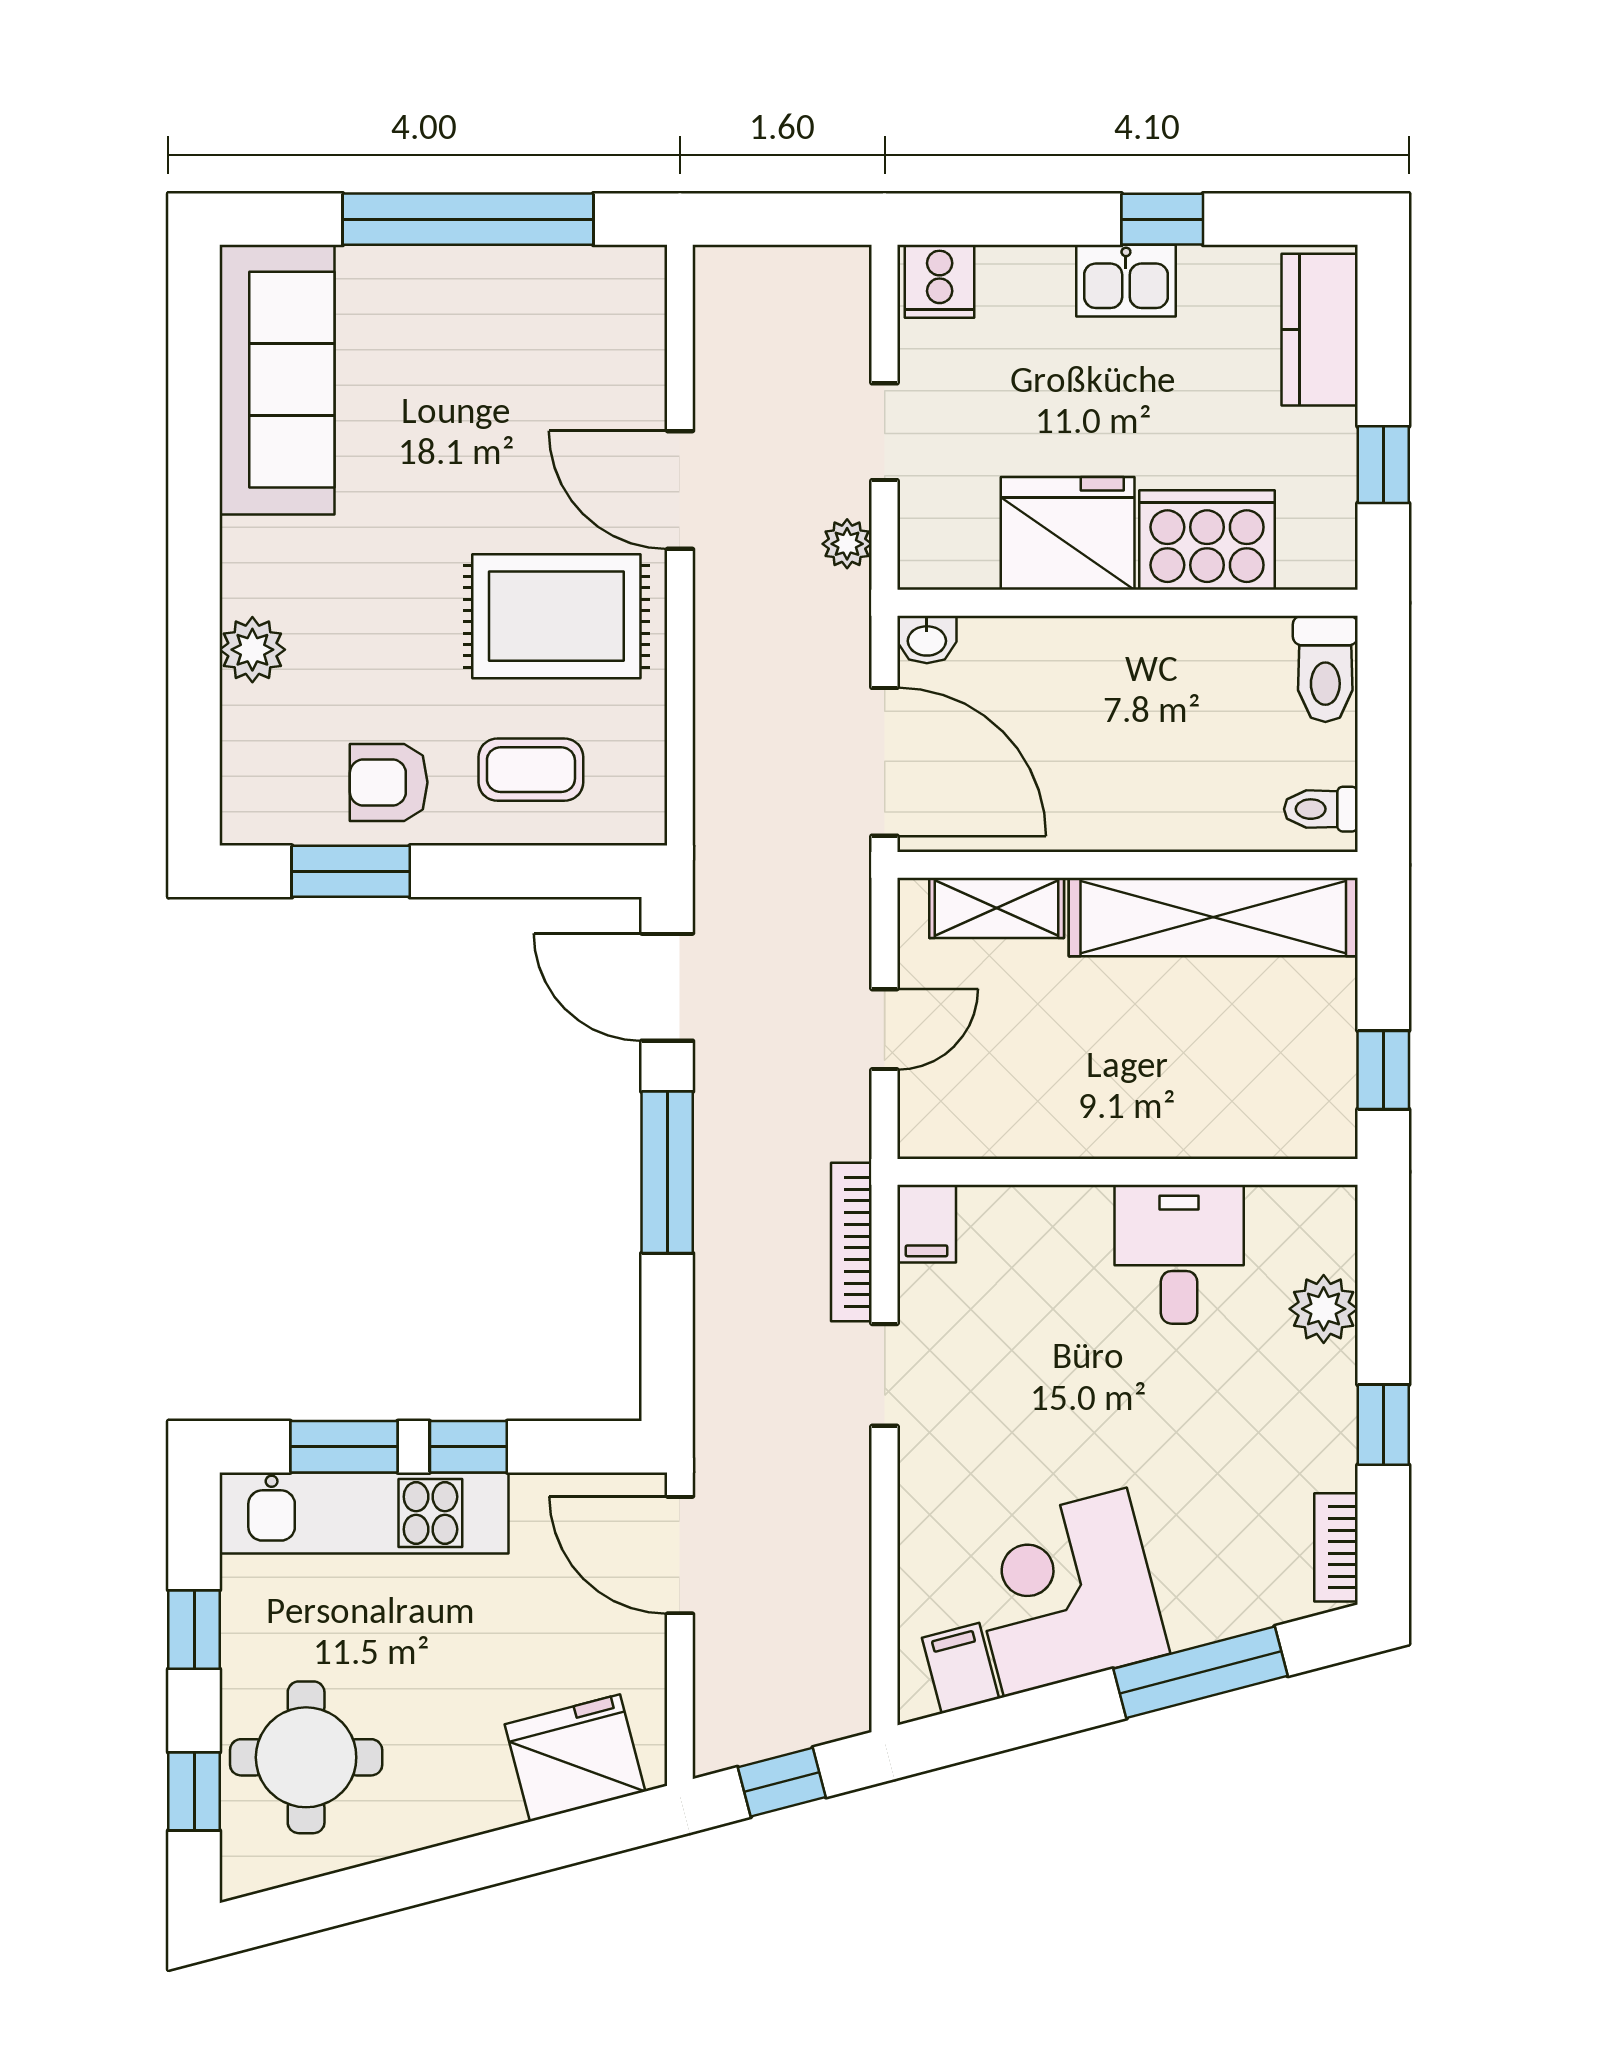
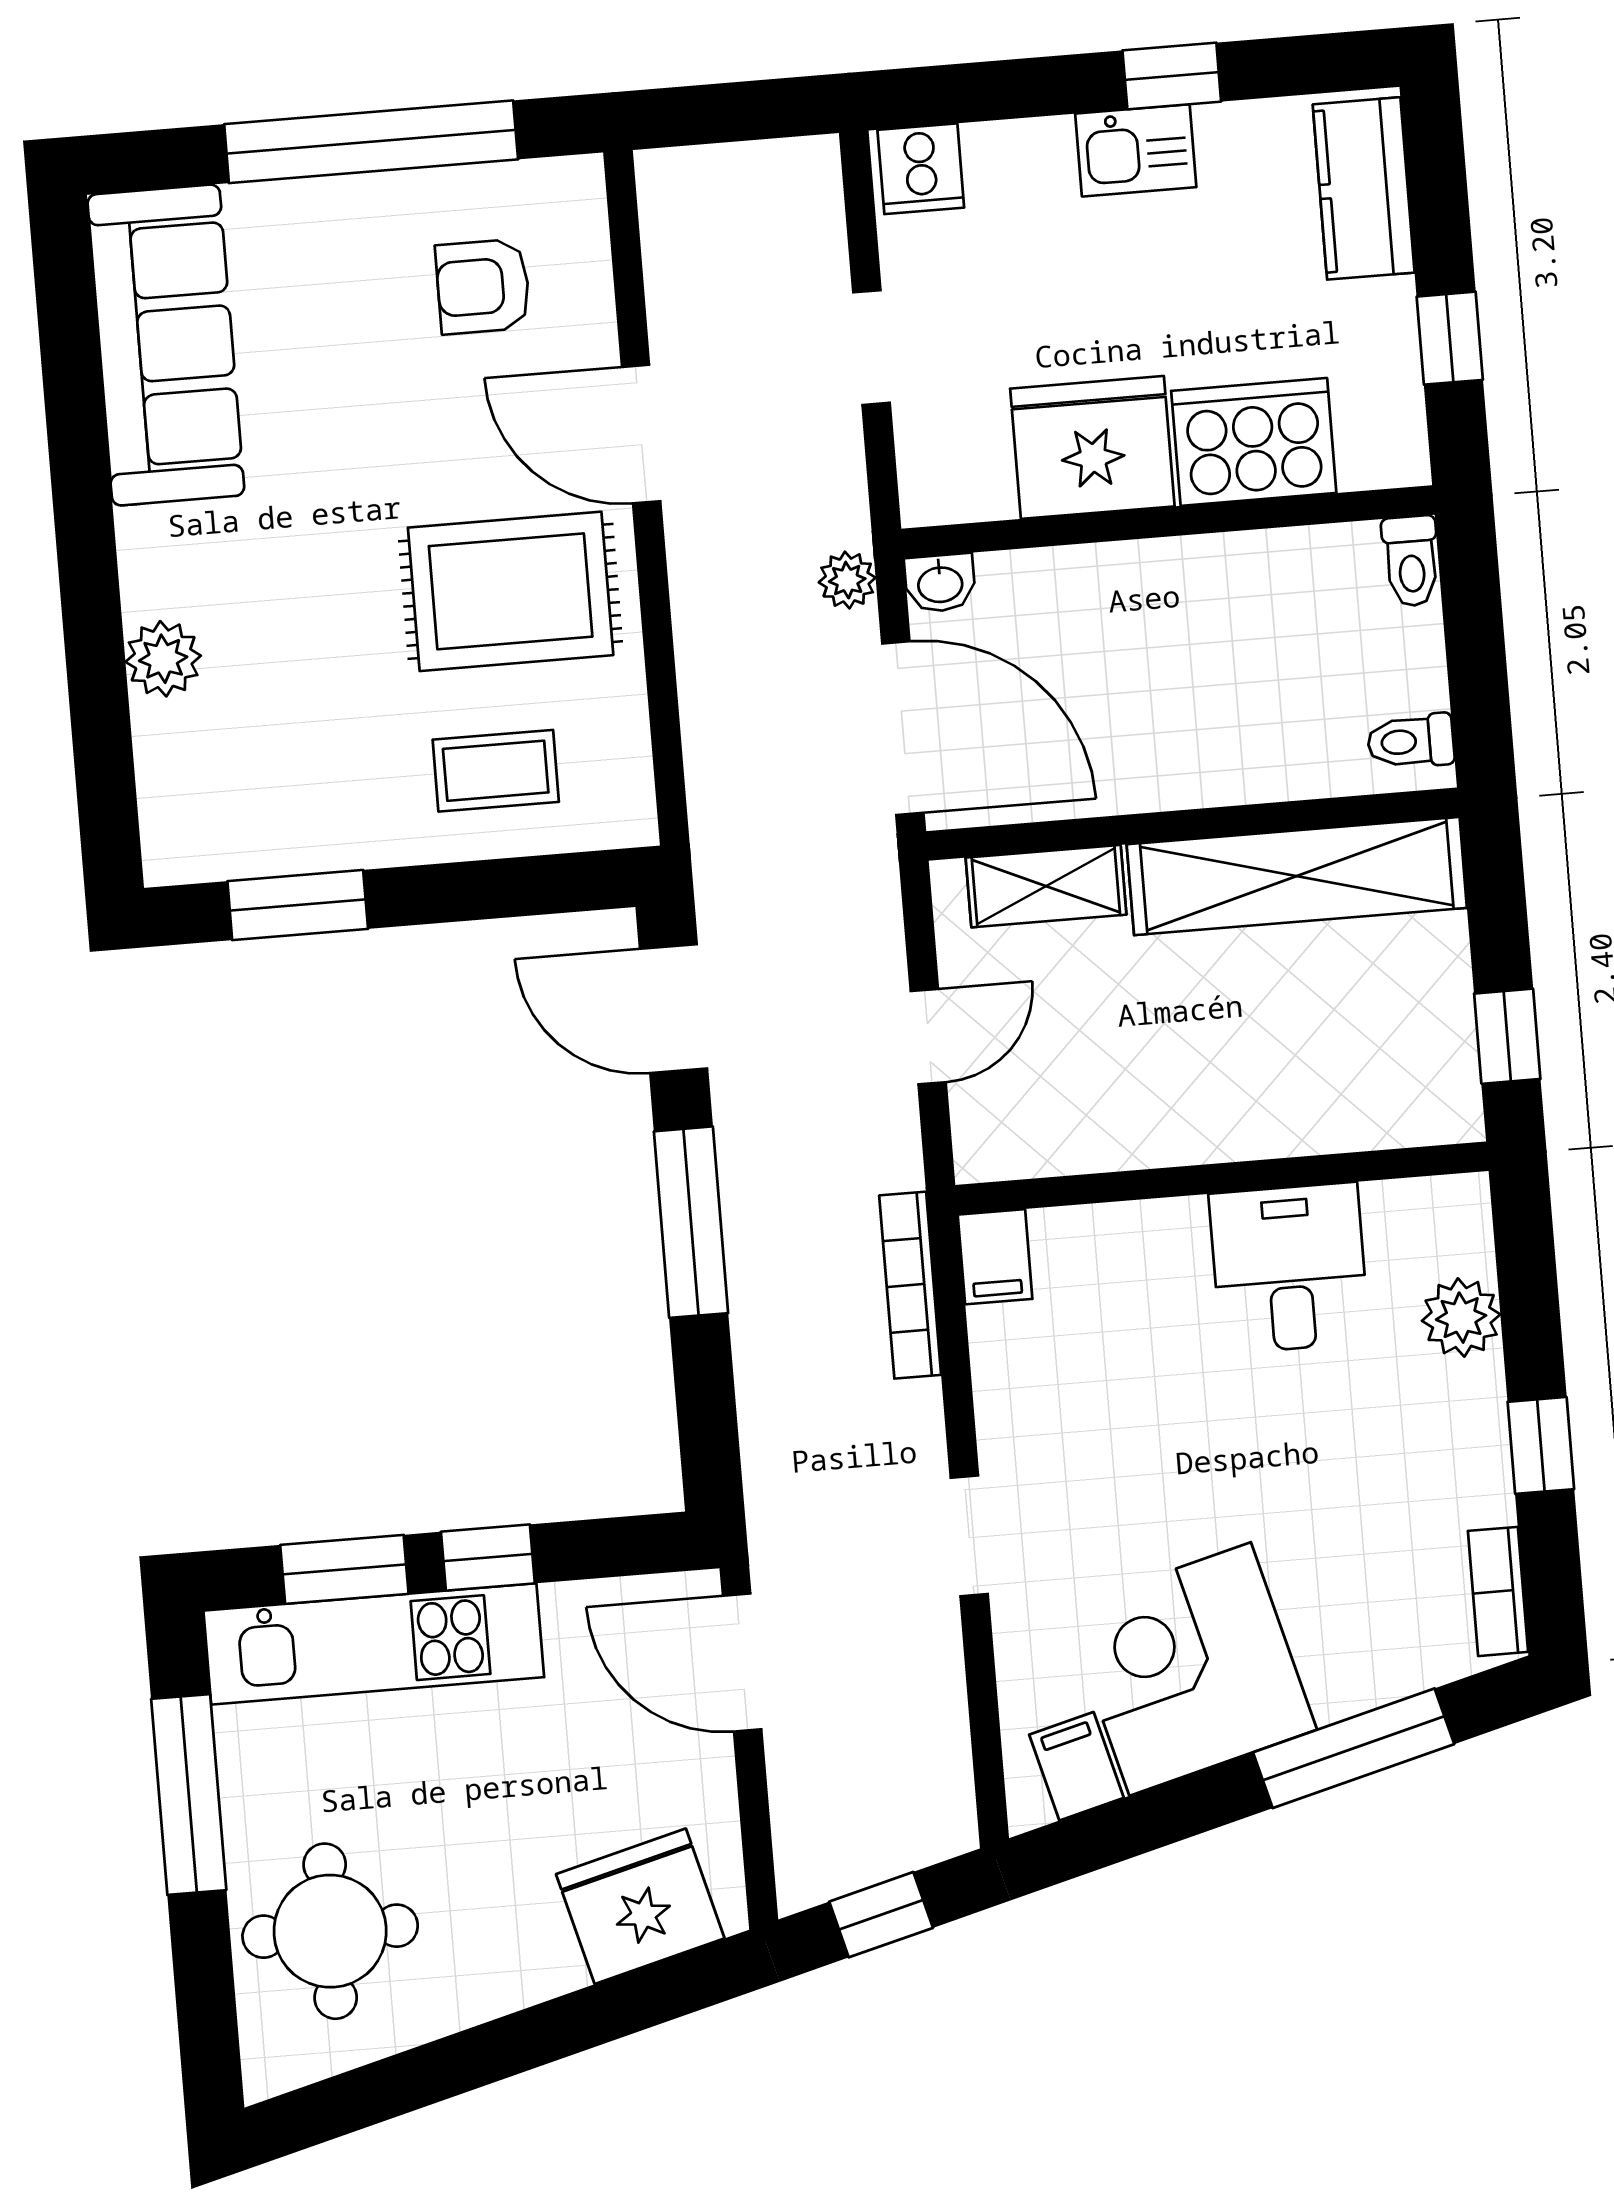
plant: (847, 544) -> (847, 580), moved
toilet: (1325, 669) -> (1411, 561), width x0.73, depth x0.72
armchair: (389, 782) -> (483, 286), moved
doorway: (885, 1375) -> (969, 1536), moved
window: (194, 1630) -> (189, 1794), width x2.17
window: (194, 1791) -> (204, 1981), removed

